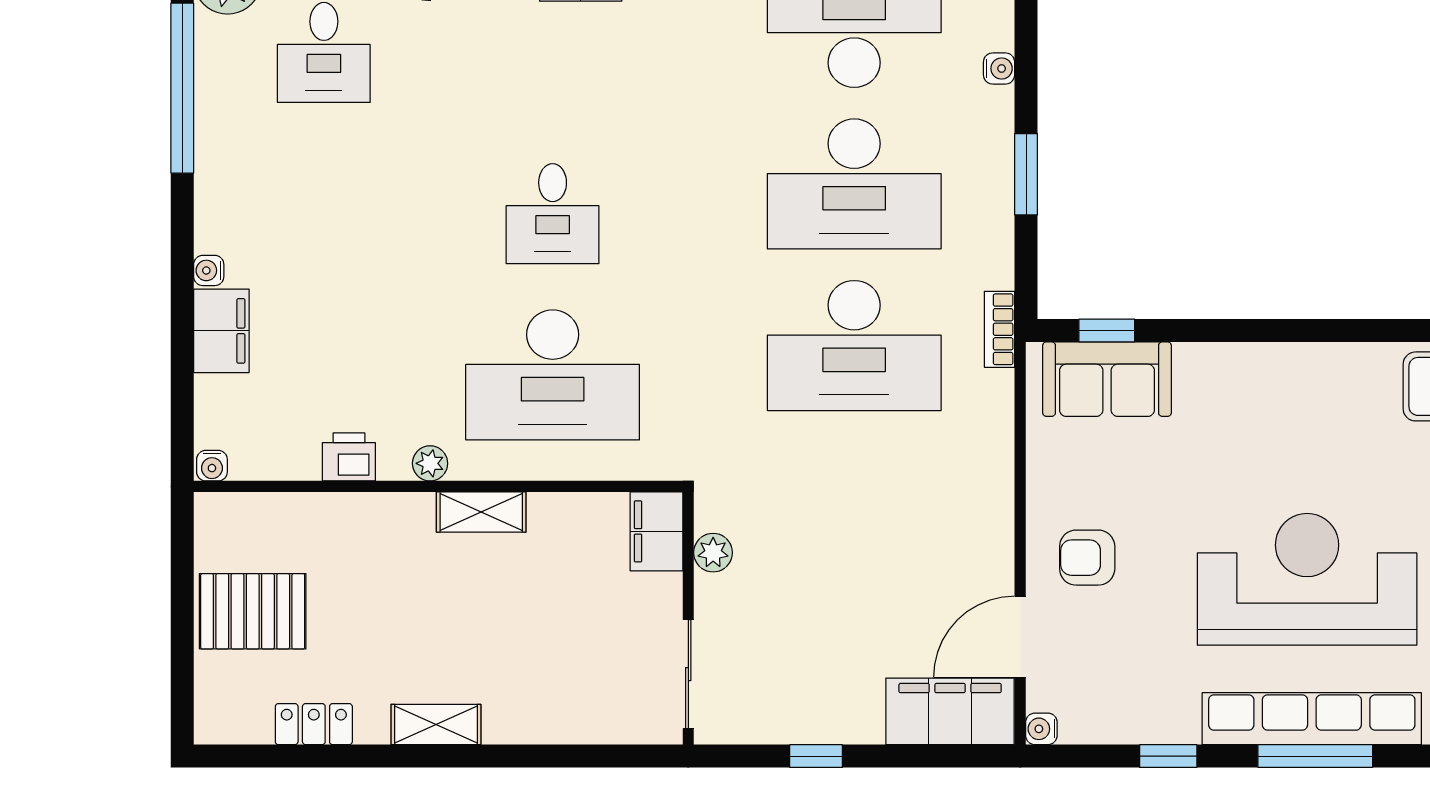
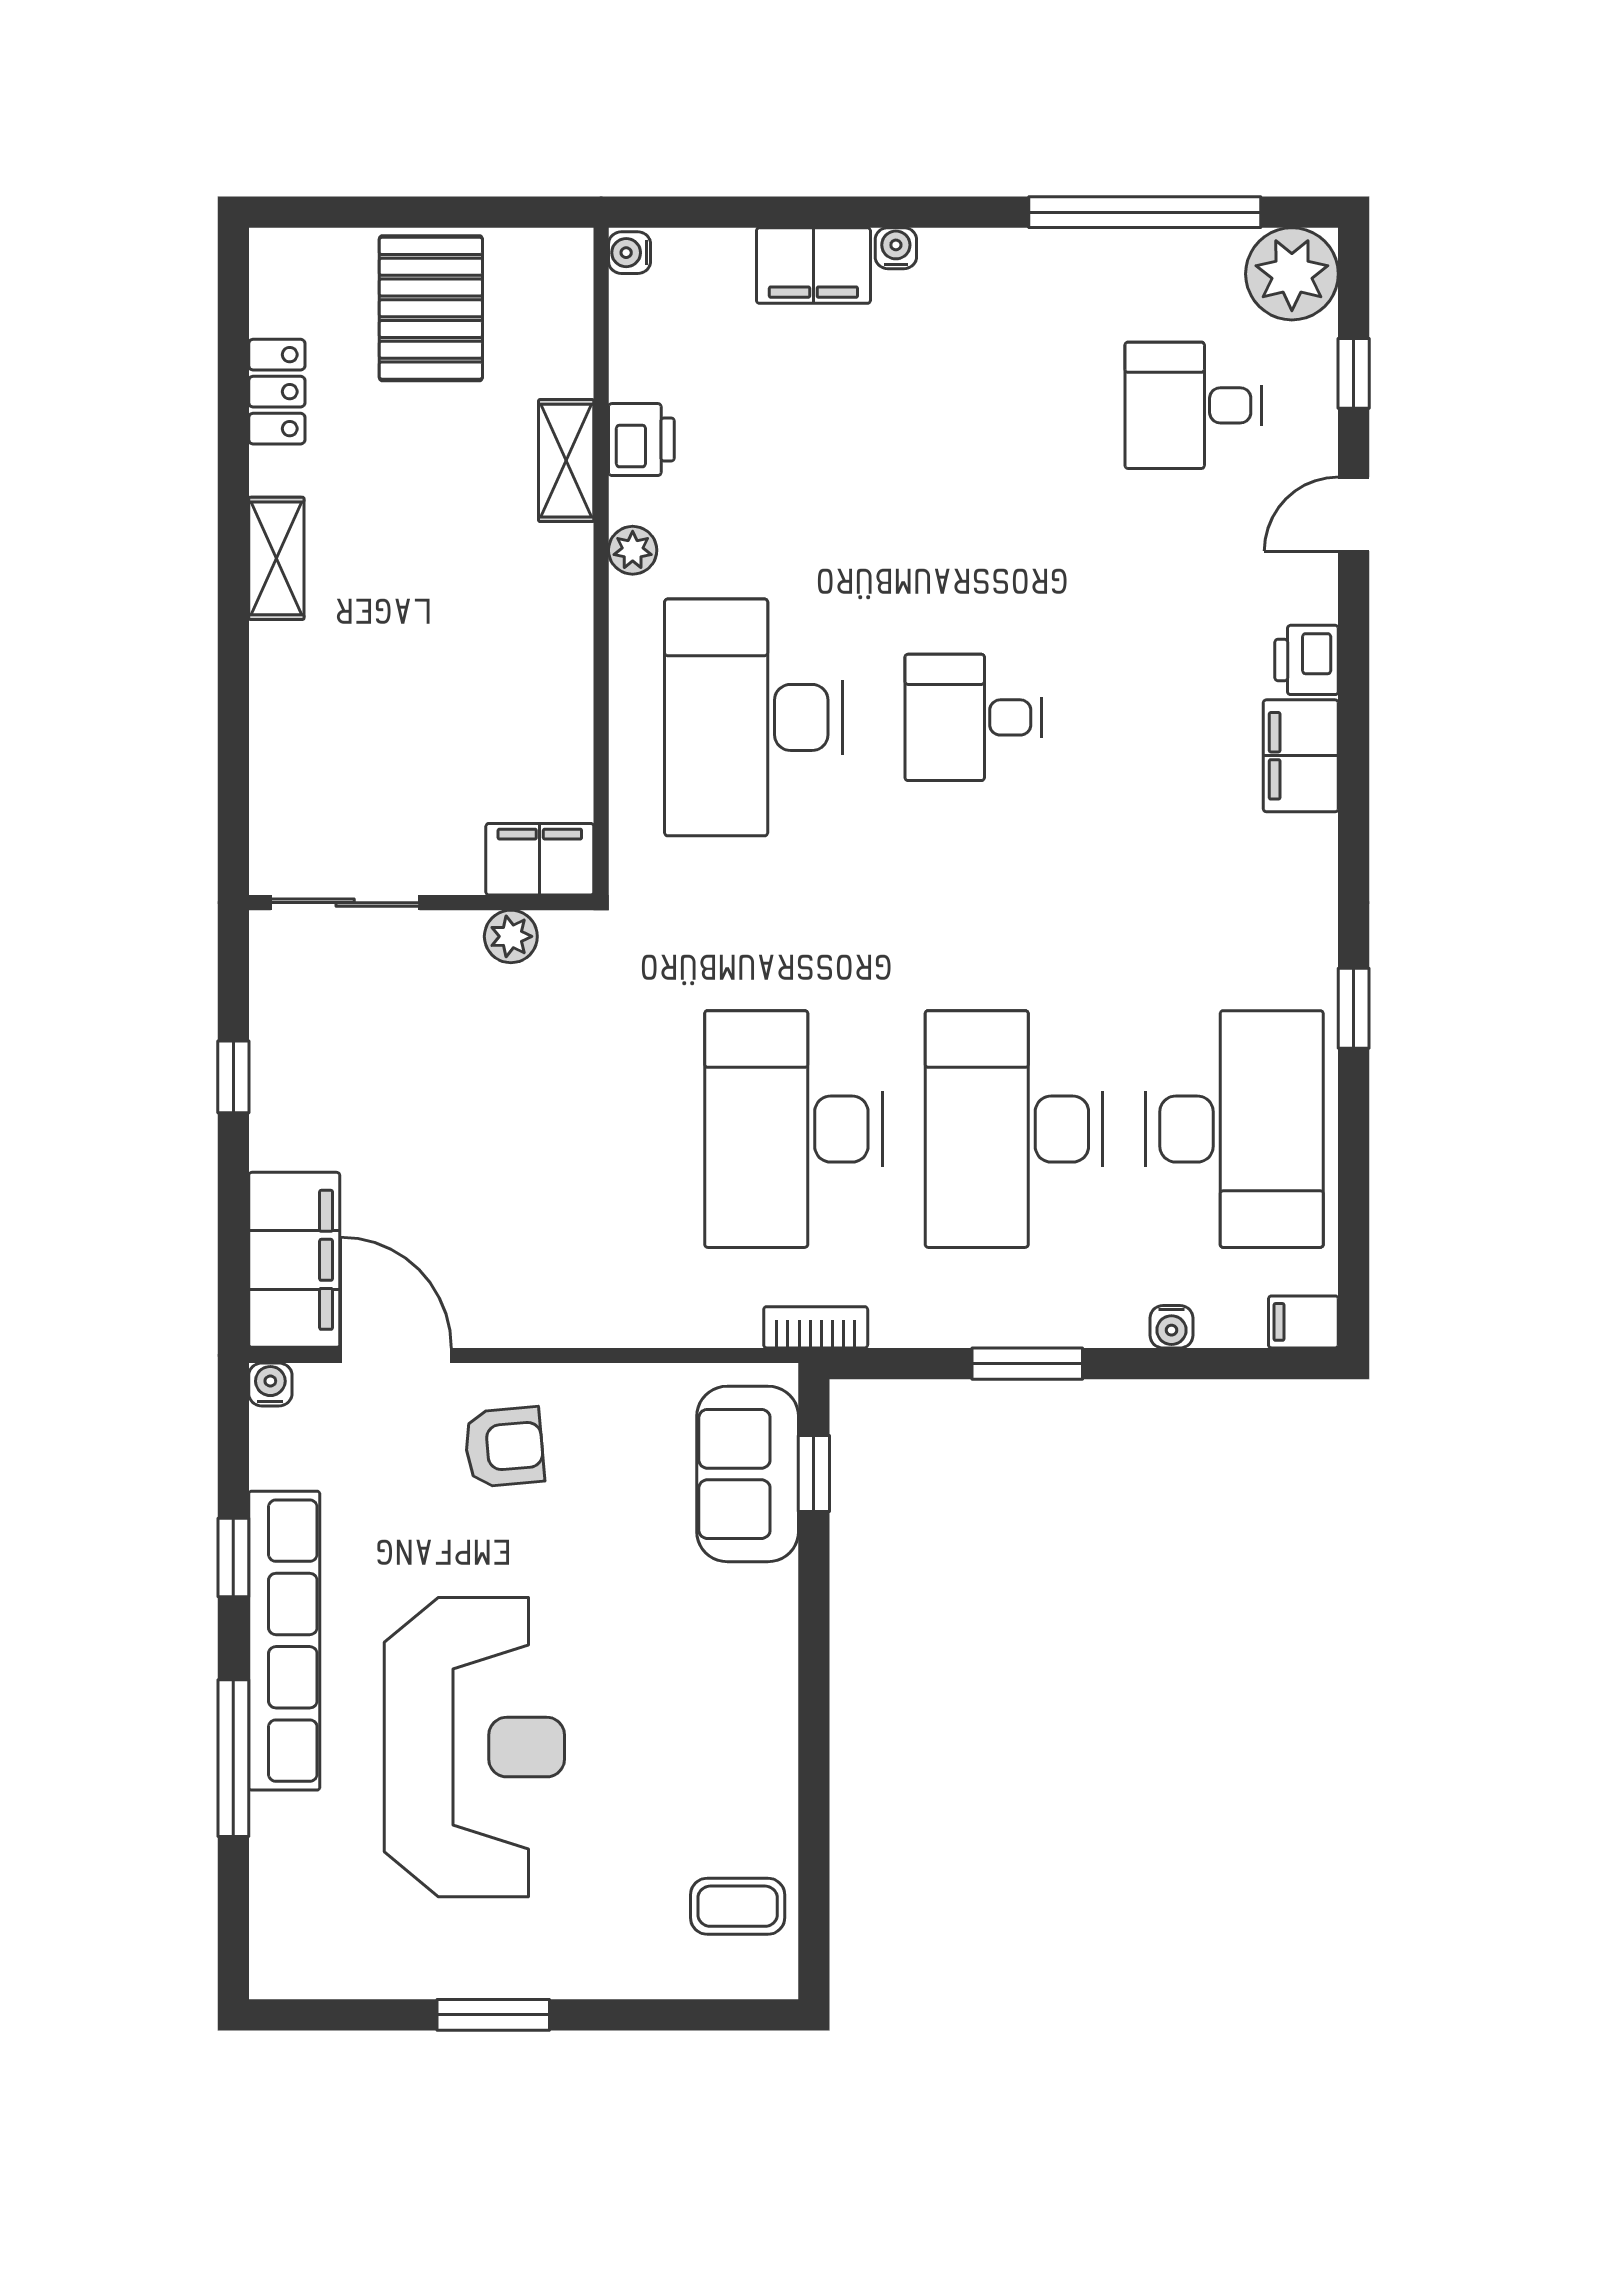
shelving: (481, 512) -> (566, 461), moved
armchair: (1087, 558) -> (504, 1447), turned 85
row of seats: (1312, 719) -> (284, 1641), moved

